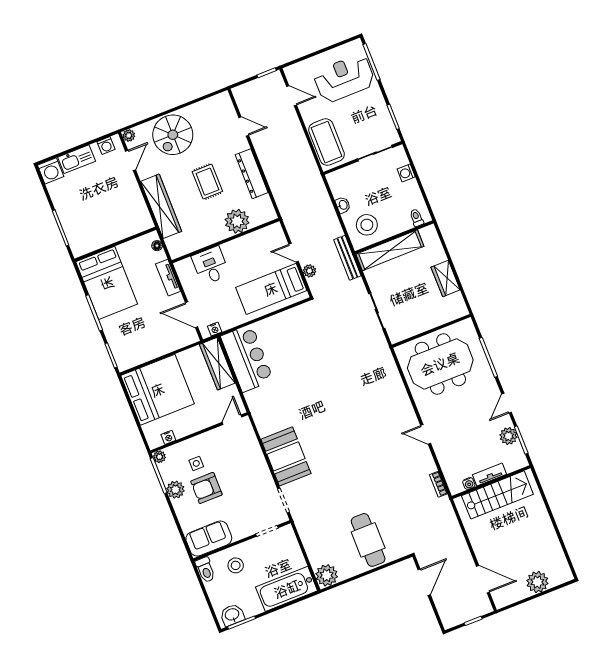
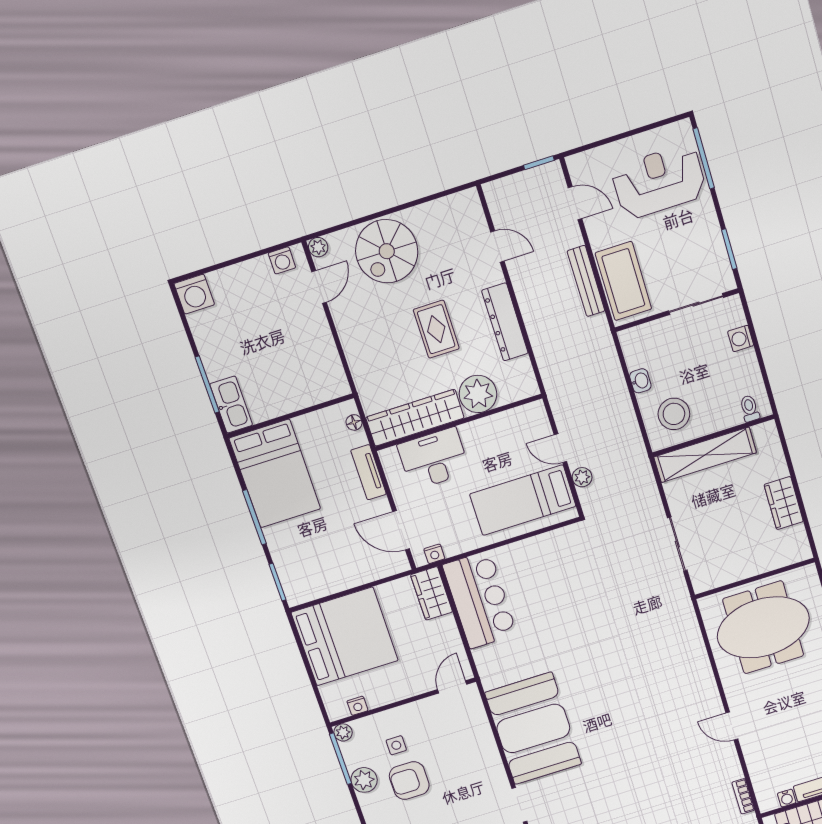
kitchen sink: (77, 159) -> (231, 405), moved, turned -90
wardrobe: (161, 206) -> (415, 418), moved, turned -90
bench: (347, 258) -> (586, 281), moved
desk: (211, 266) -> (434, 459), width x1.37
wardrobe: (217, 364) -> (432, 593), width x0.67
booth: (286, 456) -> (533, 728), width x1.36, depth x1.42

